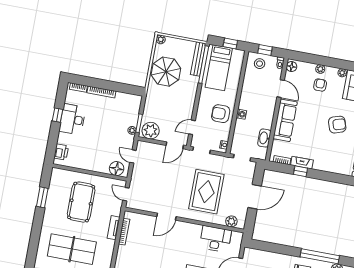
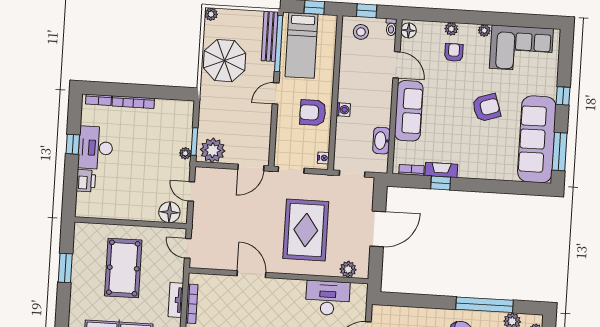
door: (192, 127) -> (276, 93), moved
printer: (61, 152) -> (86, 181), moved
door: (166, 217) -> (251, 274), swing flipped

